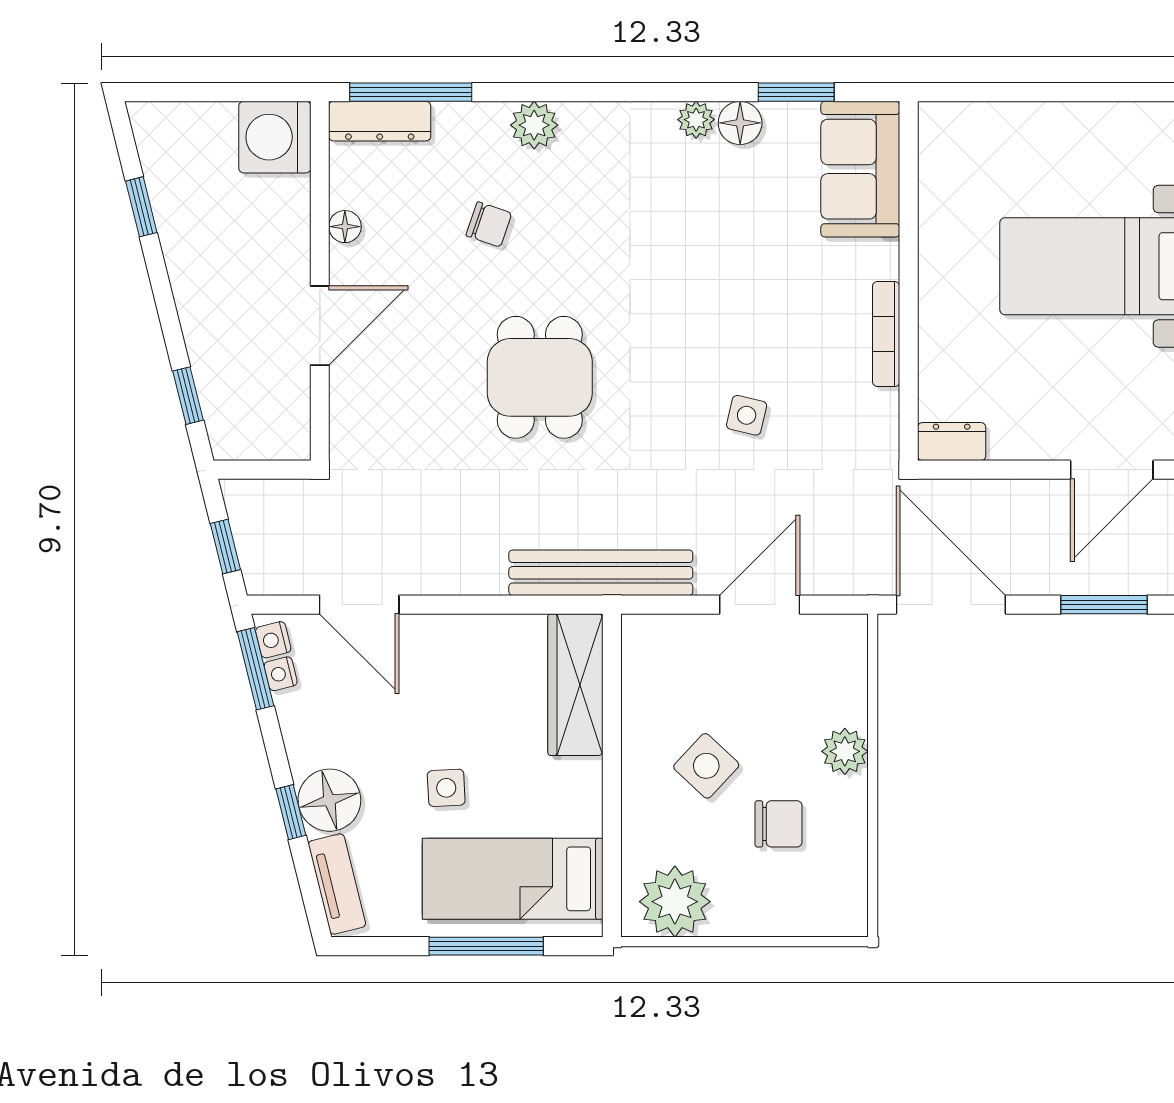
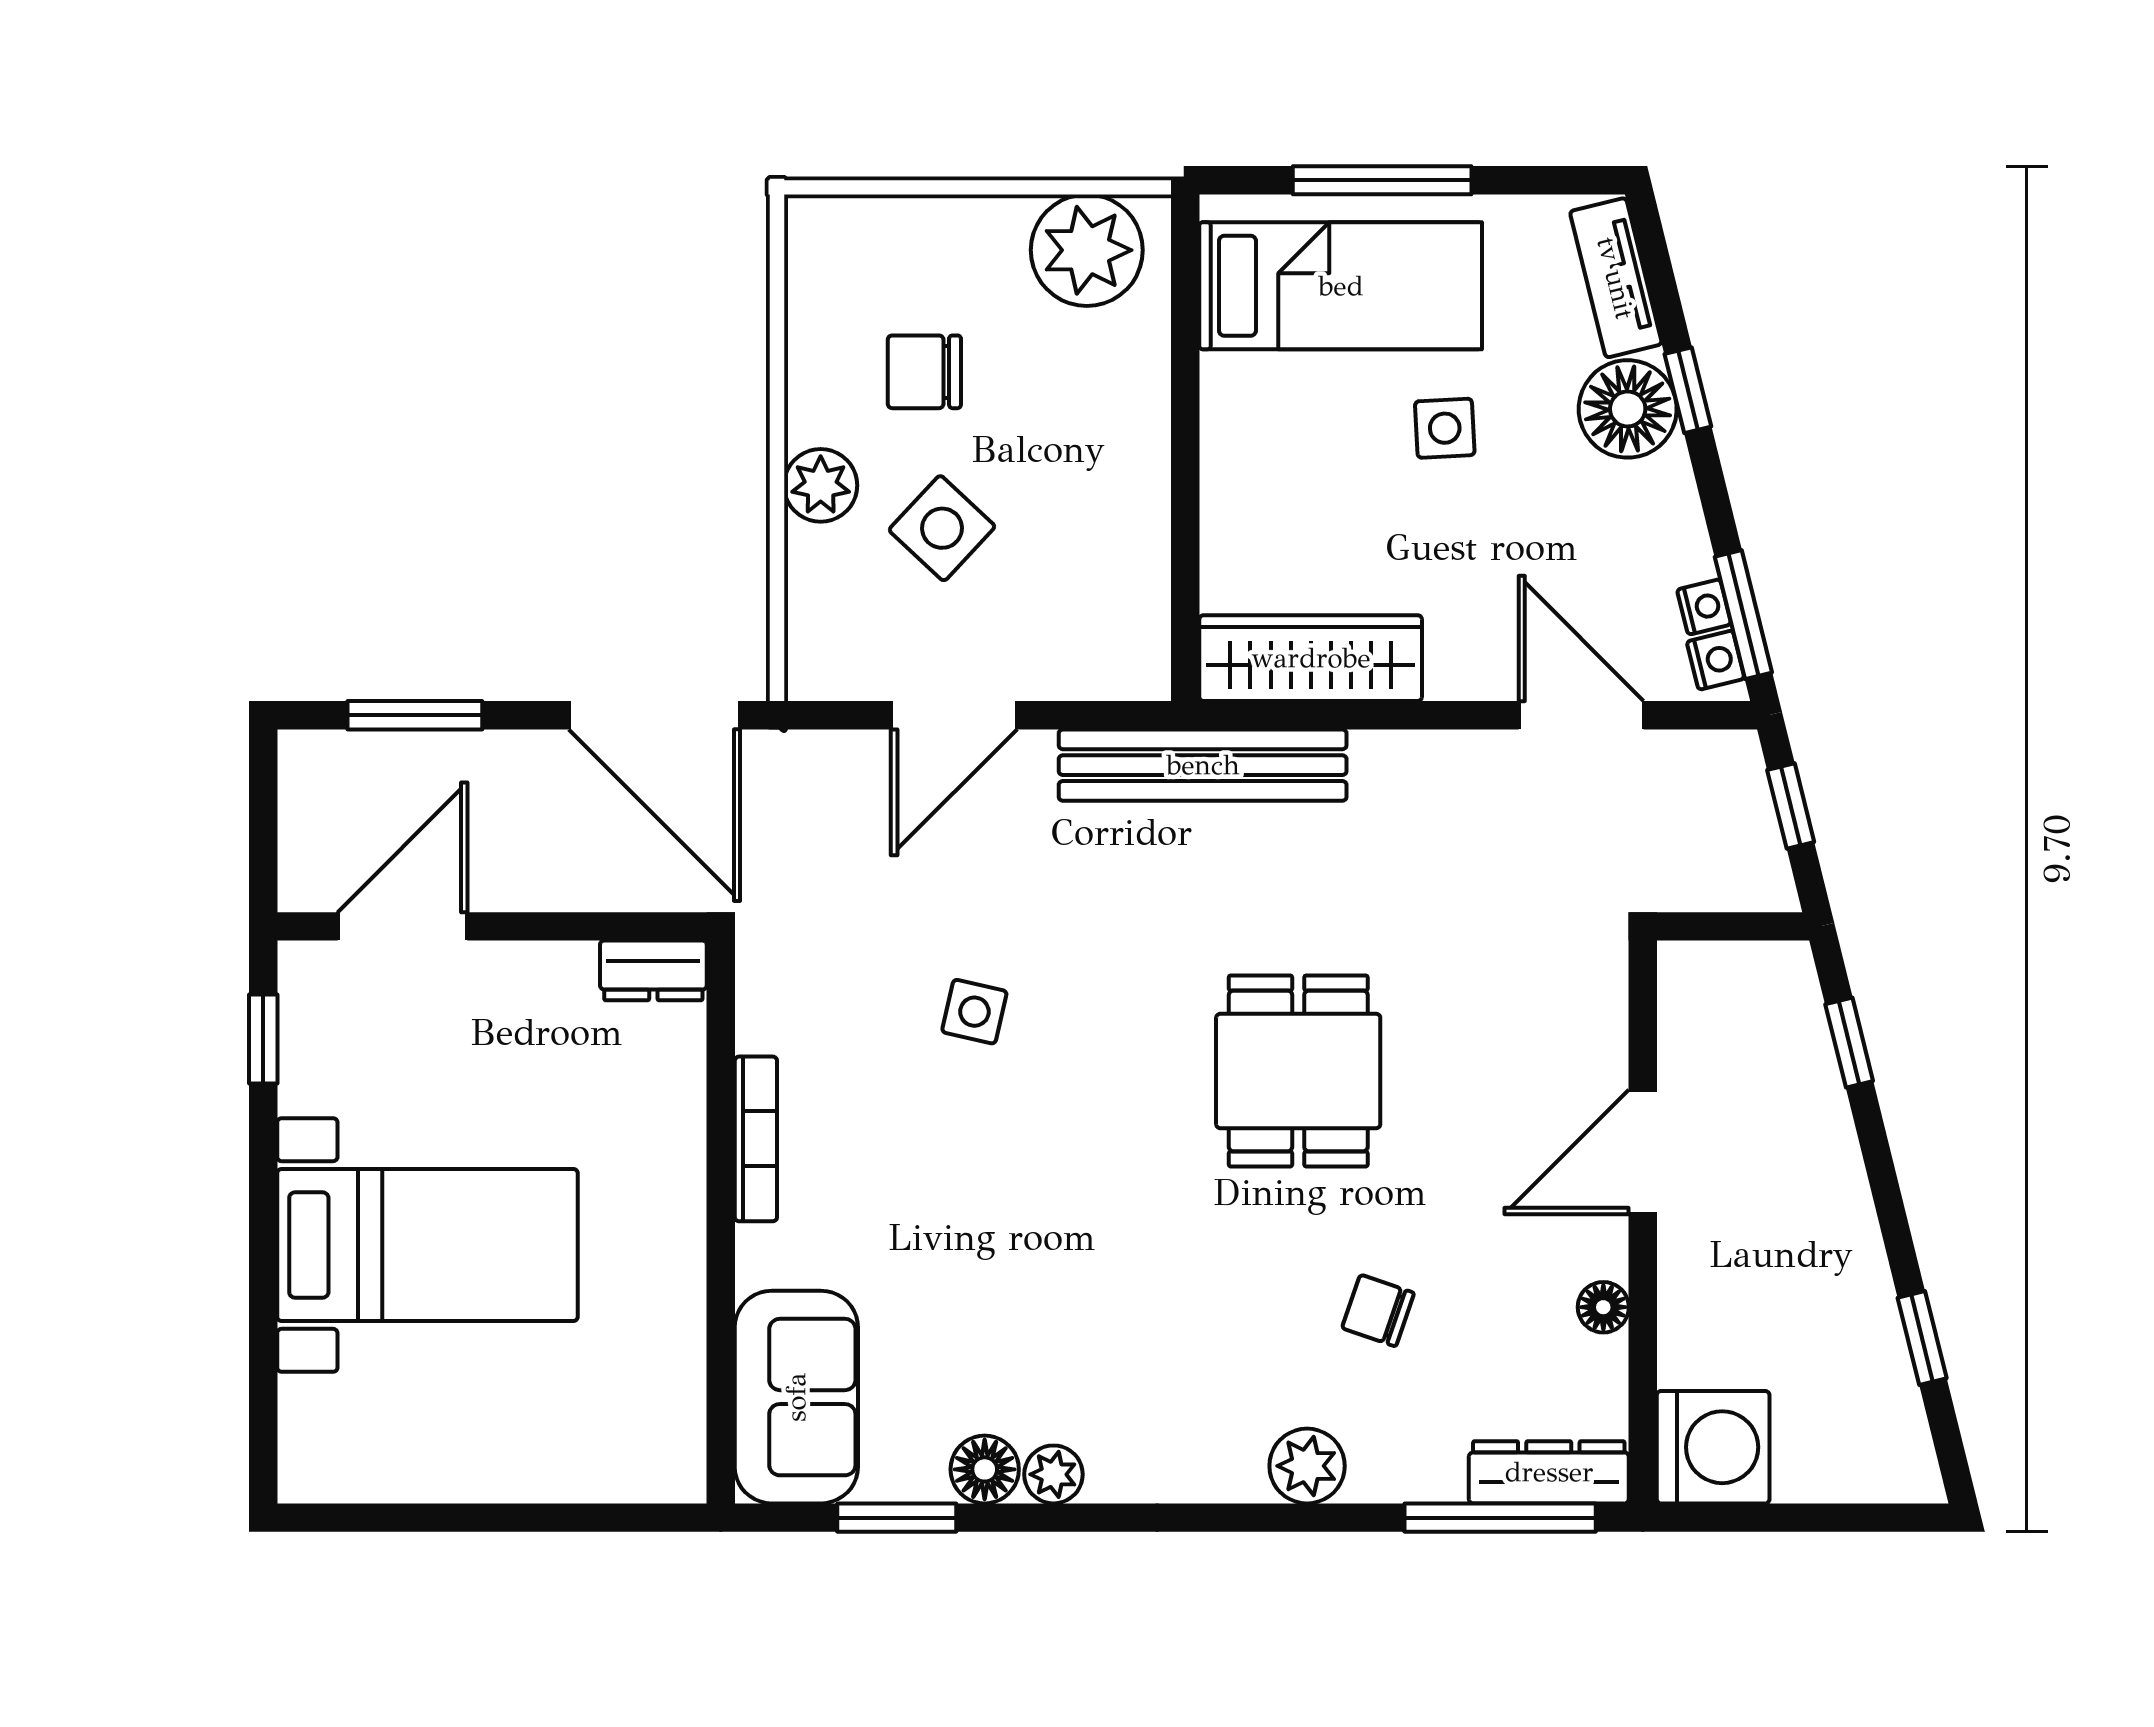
wardrobe: (575, 685) -> (1311, 658), moved, turned -90
side table: (706, 766) -> (942, 528), moved

